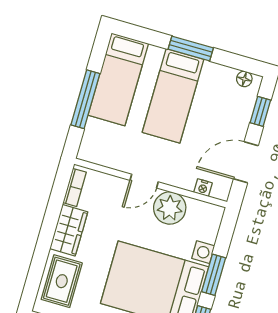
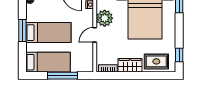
door: (144, 181) -> (95, 35), swing flipped

